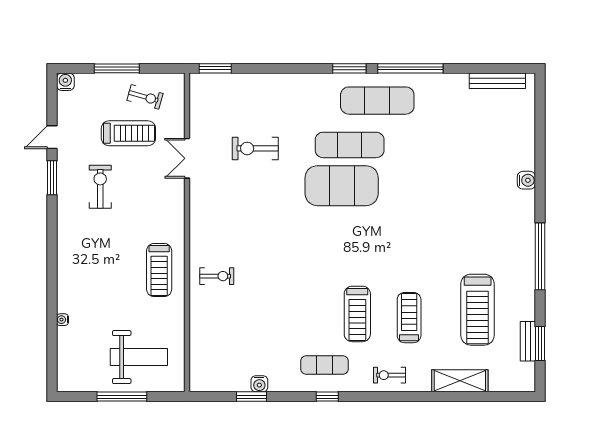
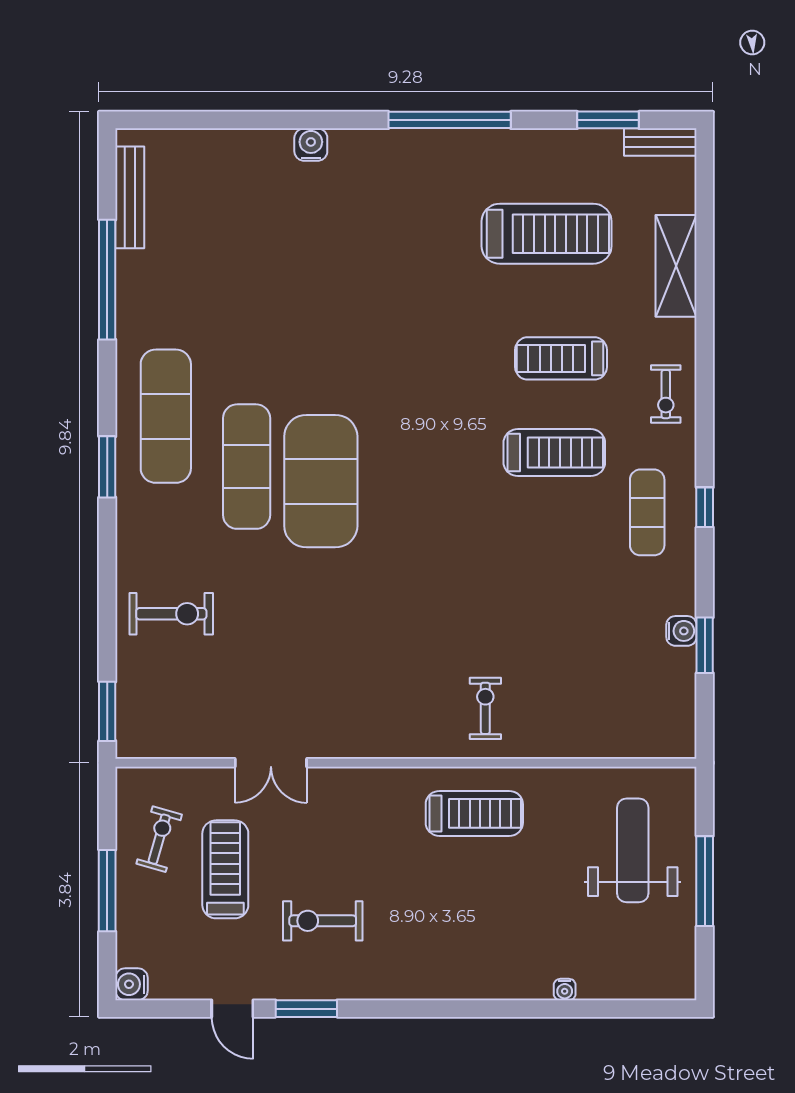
window: (410, 68) -> (107, 280), moved
exercise bike: (255, 148) -> (171, 614), moved, turned -90
bench: (528, 341) -> (660, 142), moved

